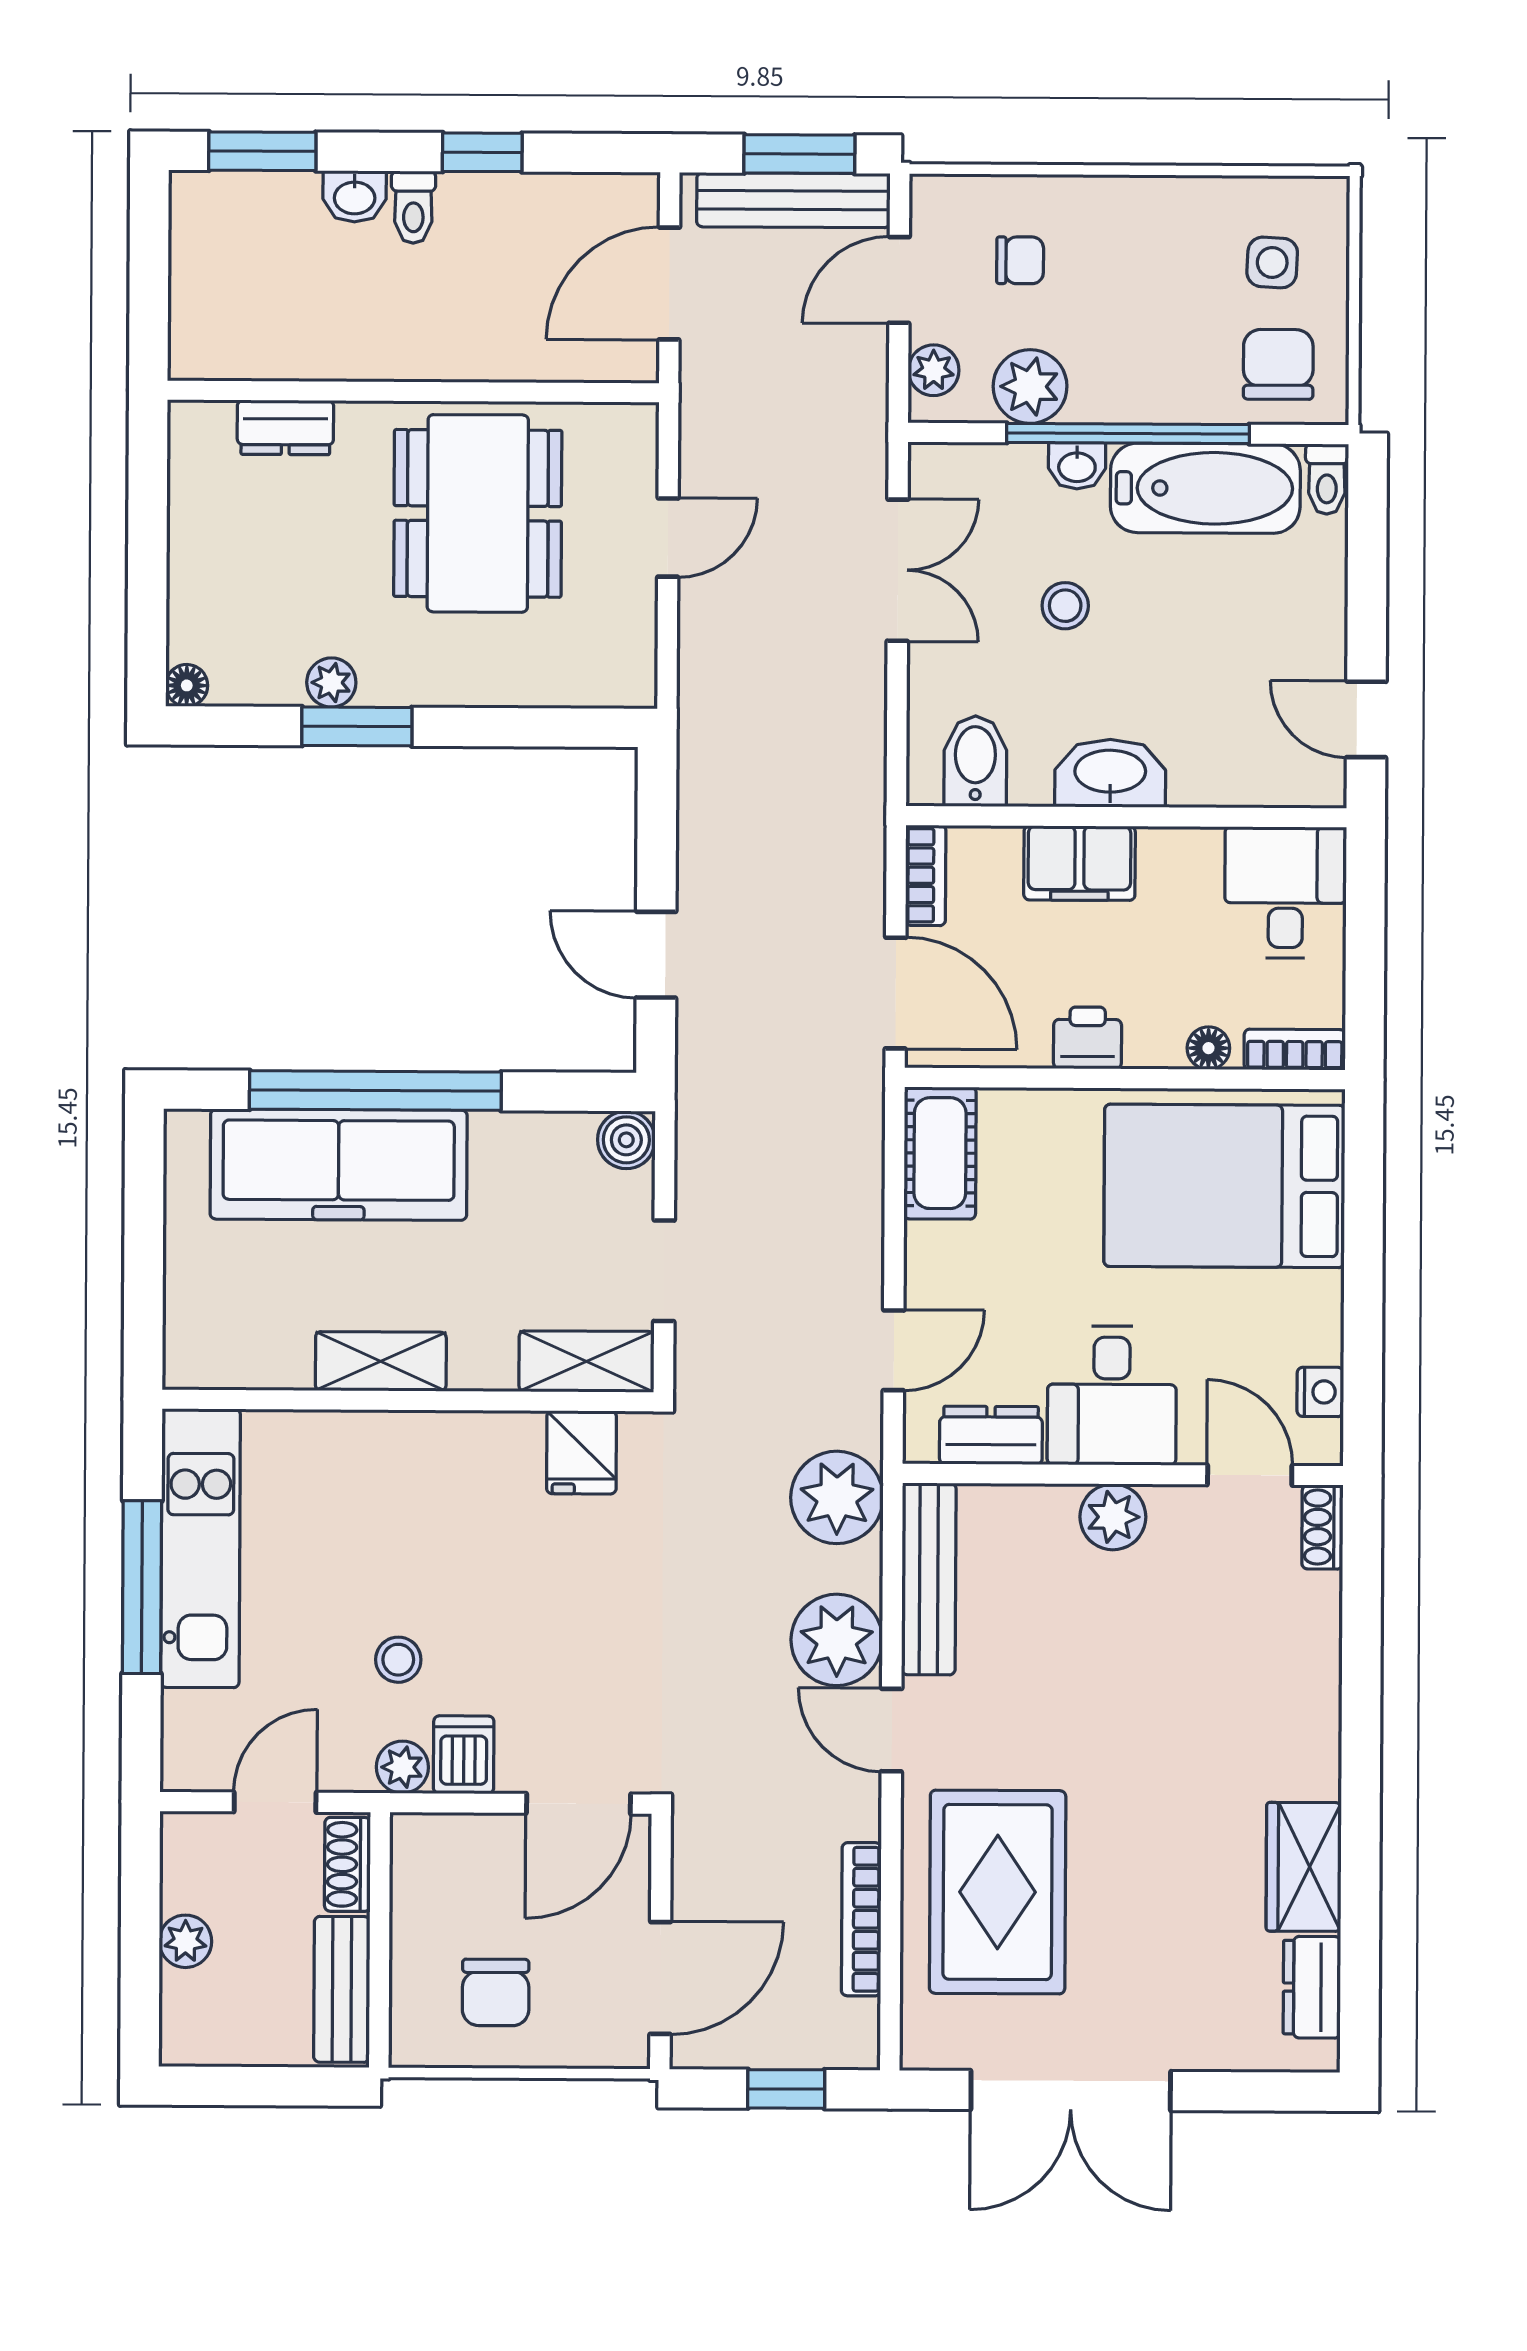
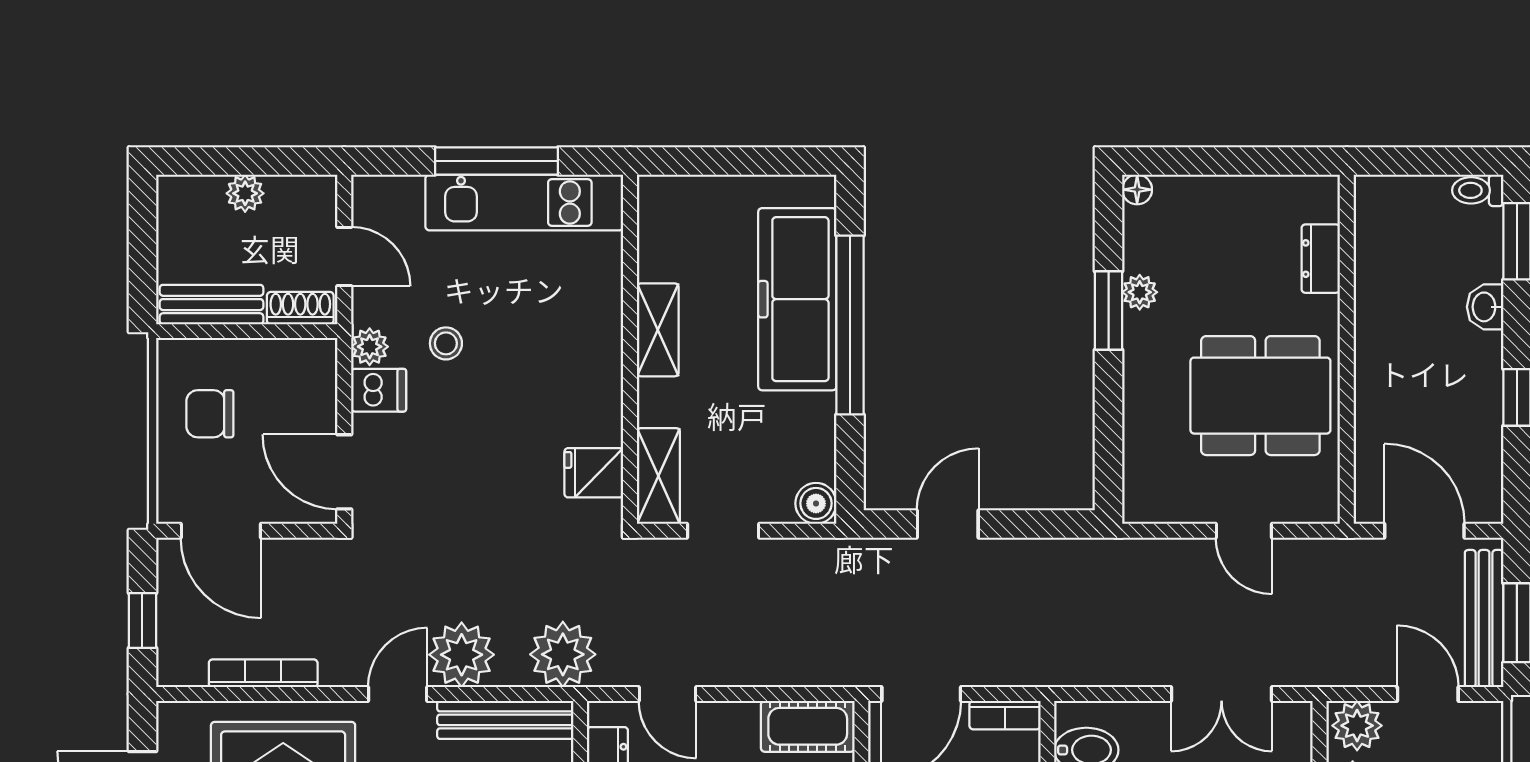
toilet: (413, 207) -> (1478, 190), moved
plant: (934, 370) -> (1357, 726), width x1.38, depth x1.38

